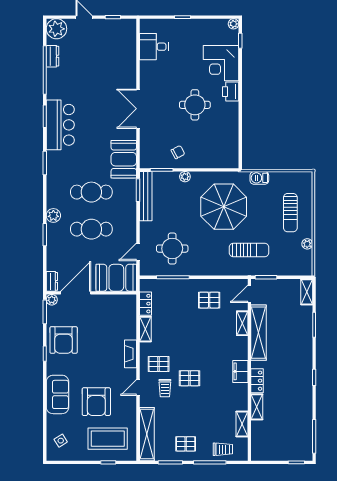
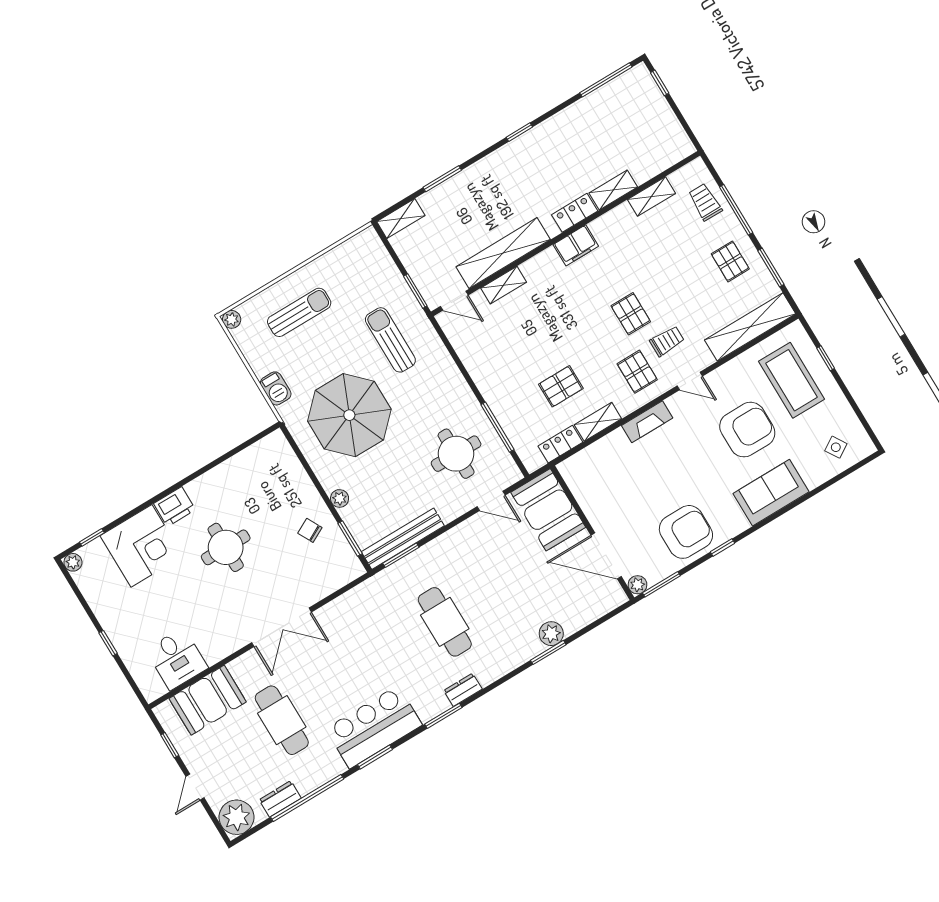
booth: (124, 159) -> (208, 700), moved
plant: (53, 215) -> (551, 634), moved
cafe table: (91, 229) -> (282, 720), moved
plant: (307, 244) -> (232, 319), moved
dresser: (52, 281) -> (463, 690), moved
pallet: (209, 300) -> (561, 386), moved, turned 90

